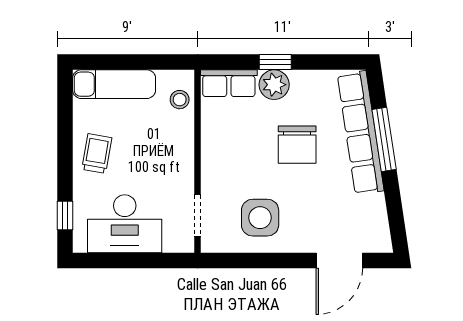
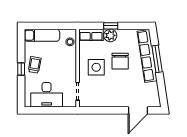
window: (65, 215) -> (21, 69), moved
side table: (260, 218) -> (96, 67), moved

